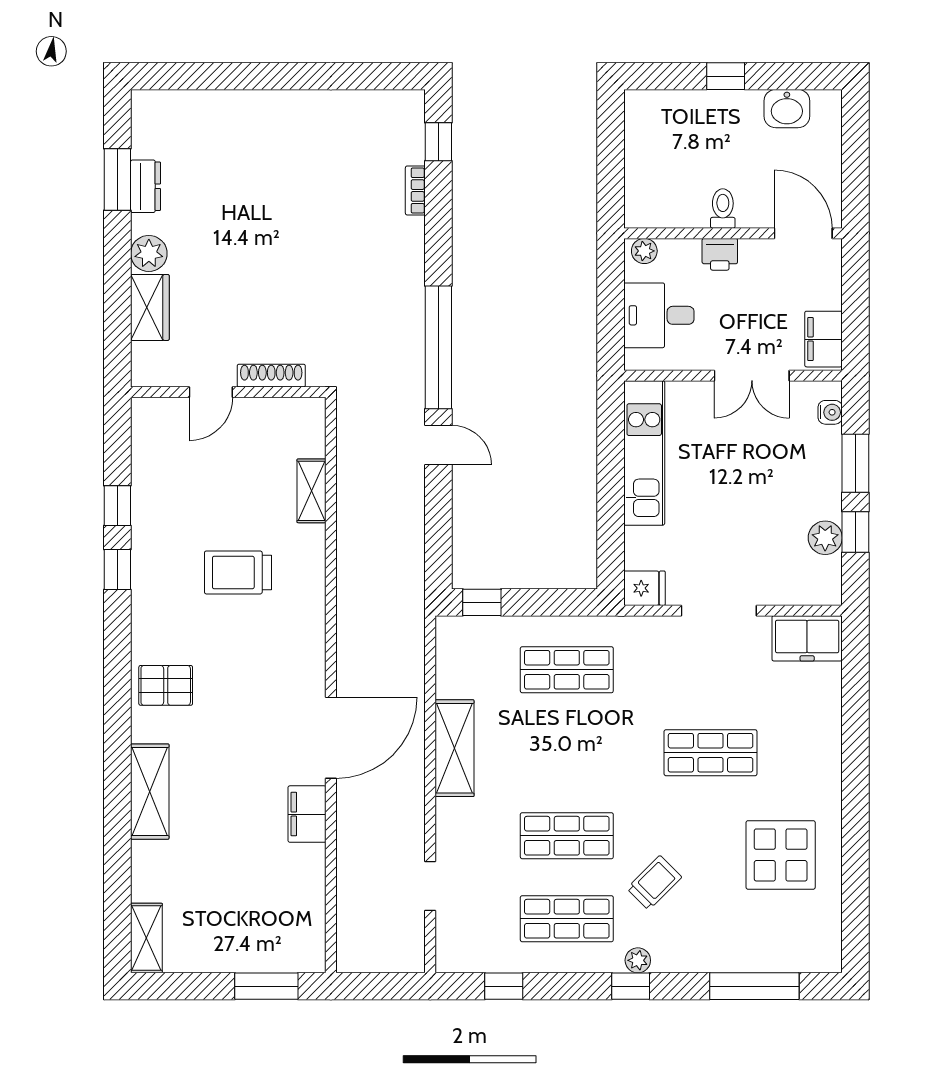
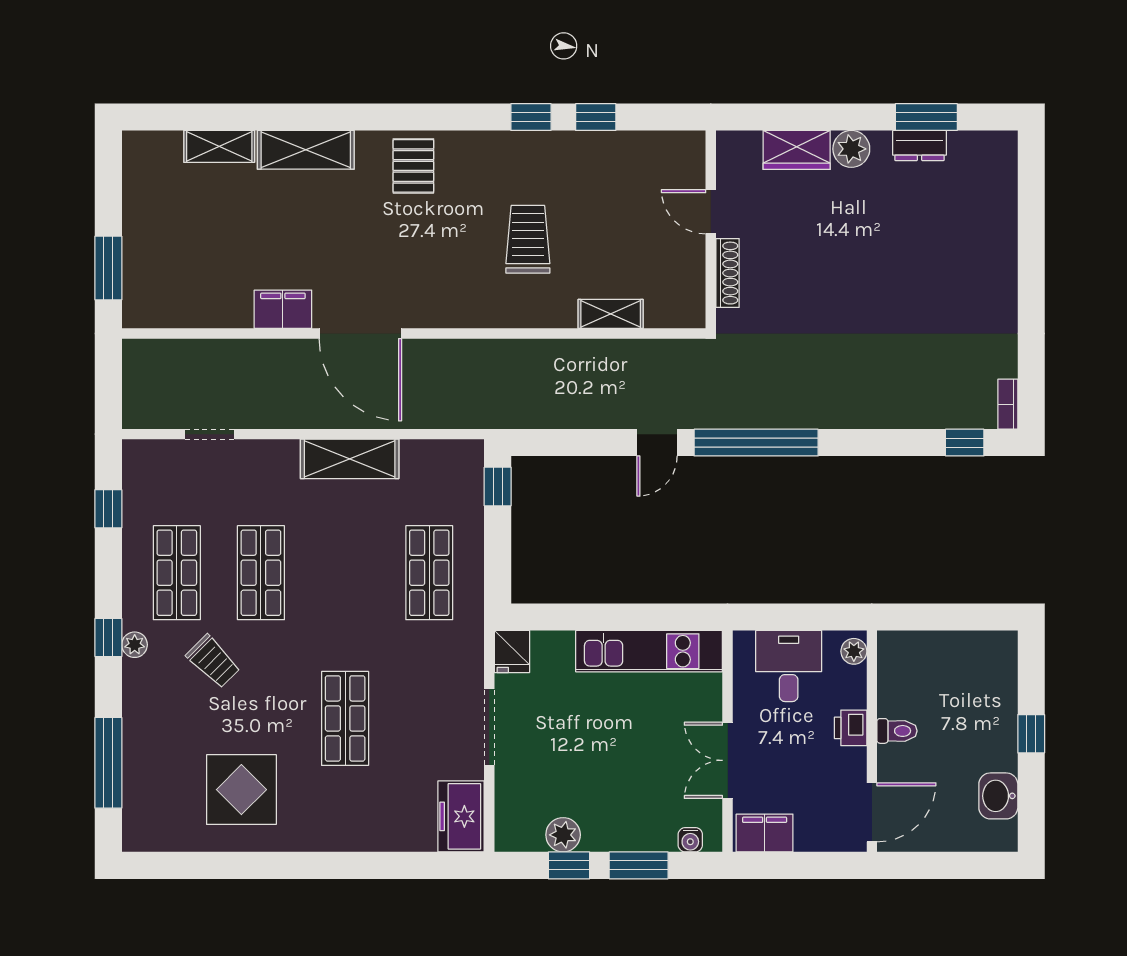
bookcase: (415, 190) -> (1008, 404), moved, turned -90
shelving: (146, 938) -> (219, 146), moved

